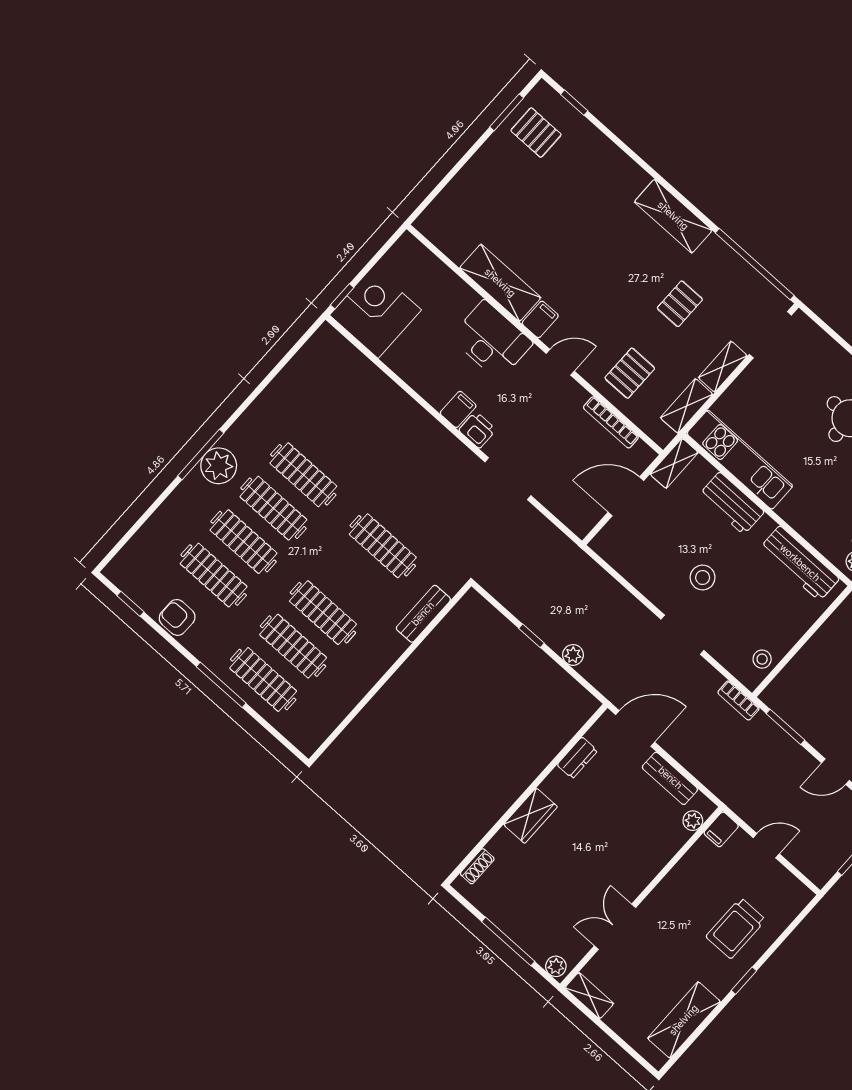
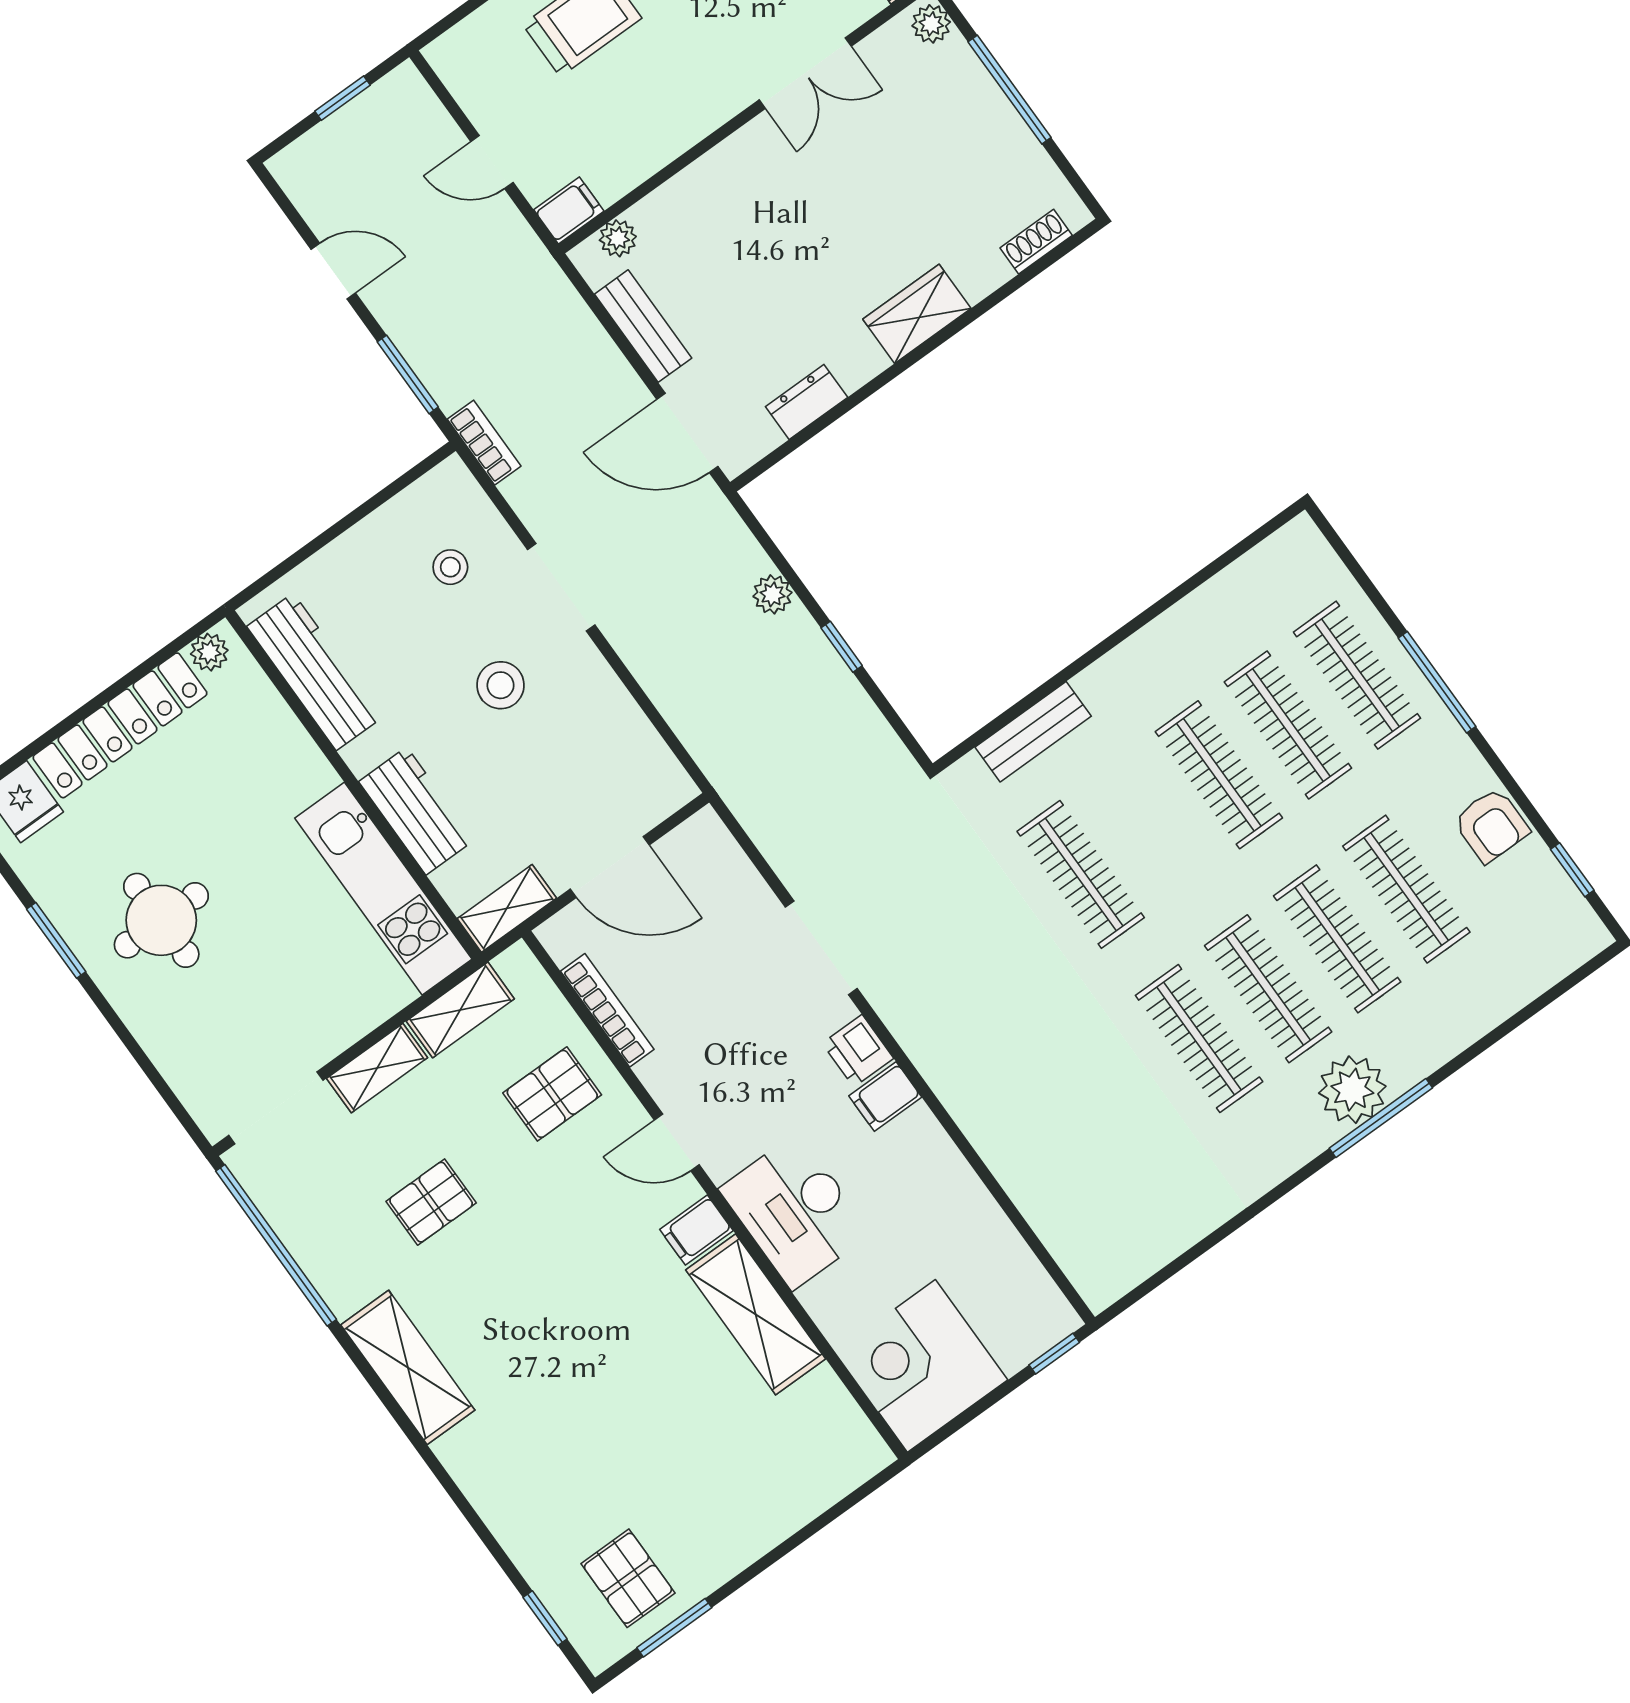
corner desk: (376, 313) -> (921, 1366), moved, turned 90
stool: (762, 659) -> (450, 567), moved

